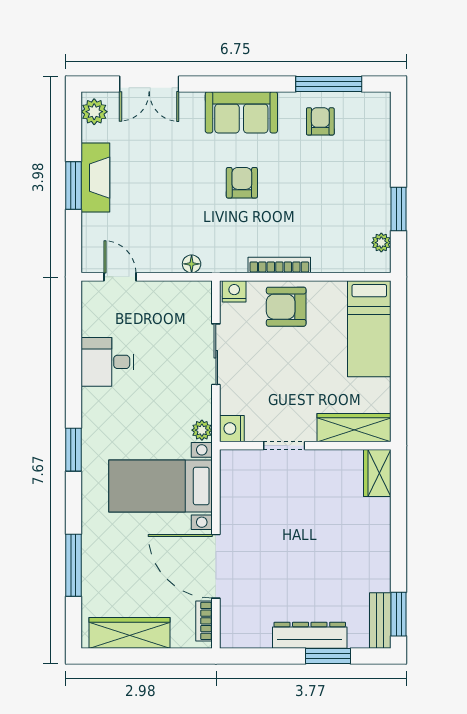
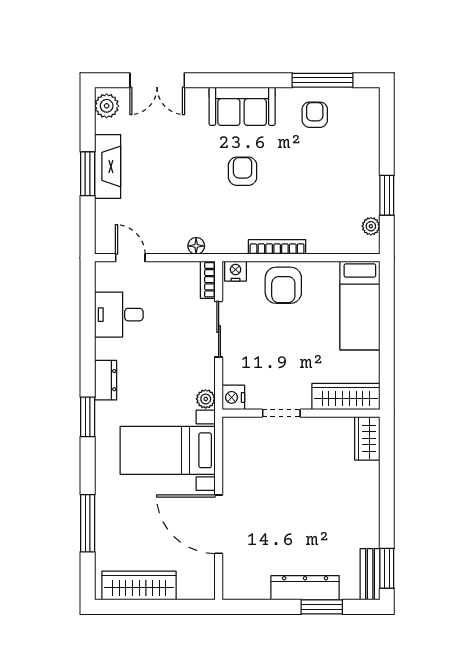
armchair: (286, 307) -> (283, 285), turned -90
desk: (107, 362) -> (119, 315), moved
dresser: (93, 410) -> (106, 380), added
bookcase: (204, 621) -> (208, 280), moved

